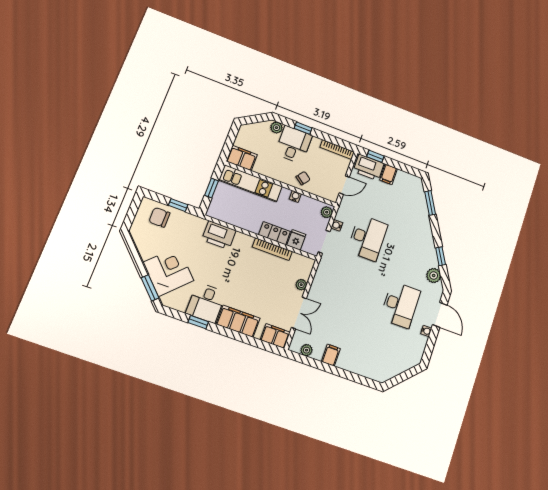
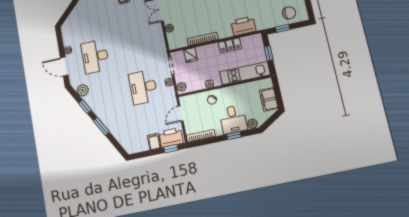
filing cabinet: (242, 158) -> (269, 99), moved, turned 90
window: (430, 203) -> (101, 126), moved
locker: (275, 233) -> (230, 45), moved

